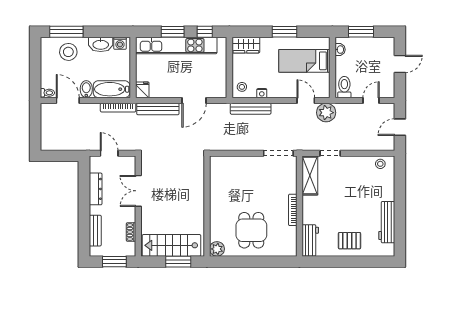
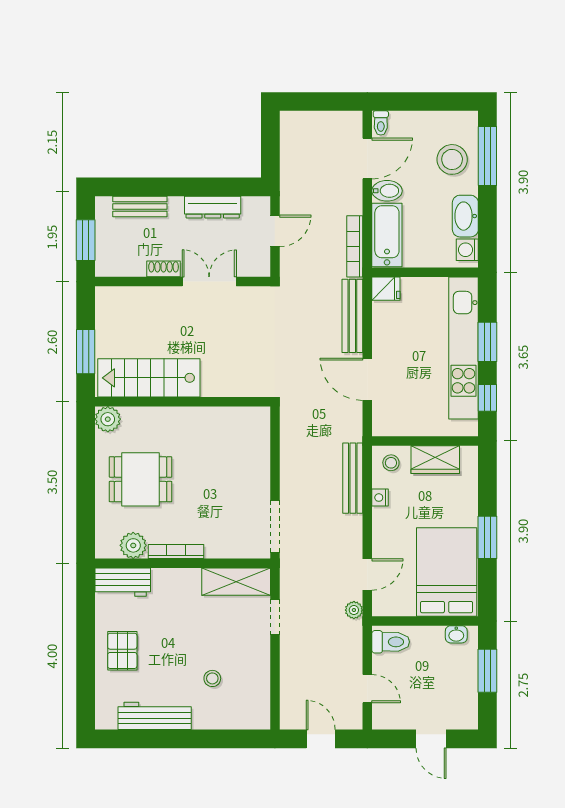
wardrobe: (246, 45) -> (435, 460), moved, turned -90
bed: (304, 61) -> (447, 572), width x1.50
plant: (326, 113) -> (354, 610), width x0.53, depth x0.53
stool: (380, 164) -> (212, 678), moved
shoe rack: (131, 232) -> (164, 269), moved
plant: (289, 234) -> (133, 545), added
stairs: (171, 245) -> (149, 378), moved, turned -90

